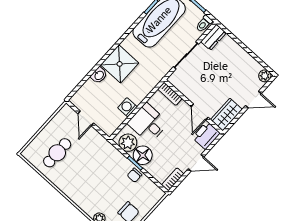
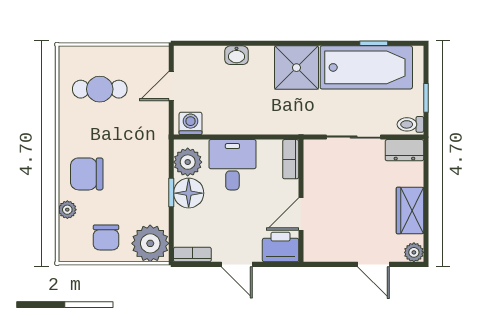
shower: (120, 64) -> (296, 68), moved
washing machine: (127, 107) -> (191, 123), moved
wardrobe: (226, 115) -> (410, 211), moved, turned -90
chair: (134, 175) -> (87, 174), moved, width x1.87, depth x1.87
plant: (150, 194) -> (150, 243), added

